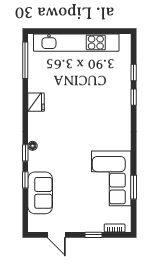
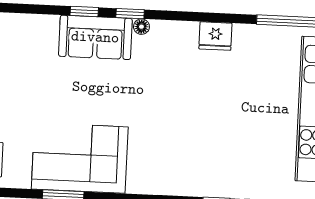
sofa: (40, 193) -> (95, 37), moved

